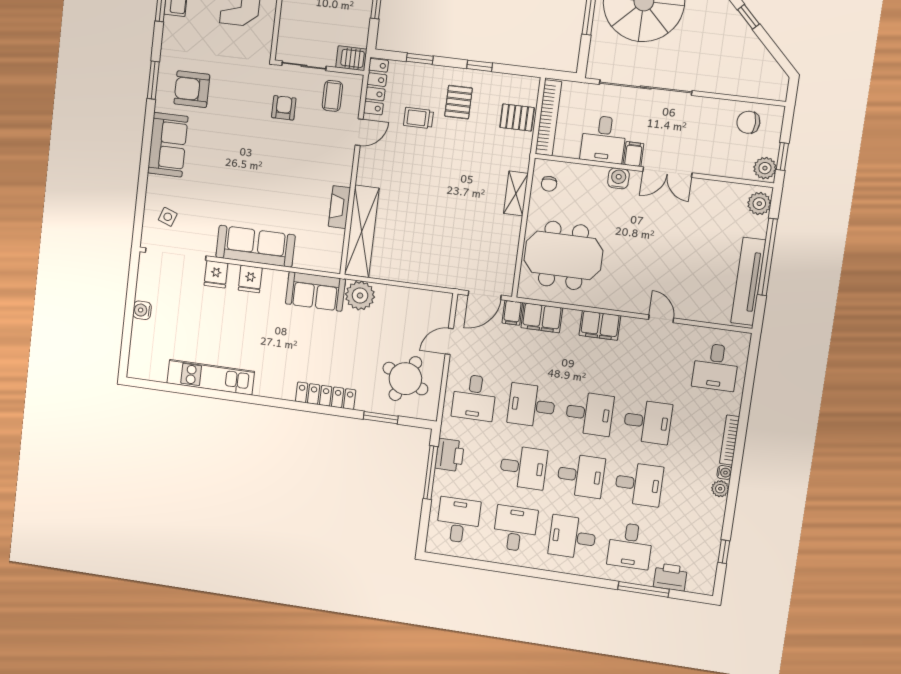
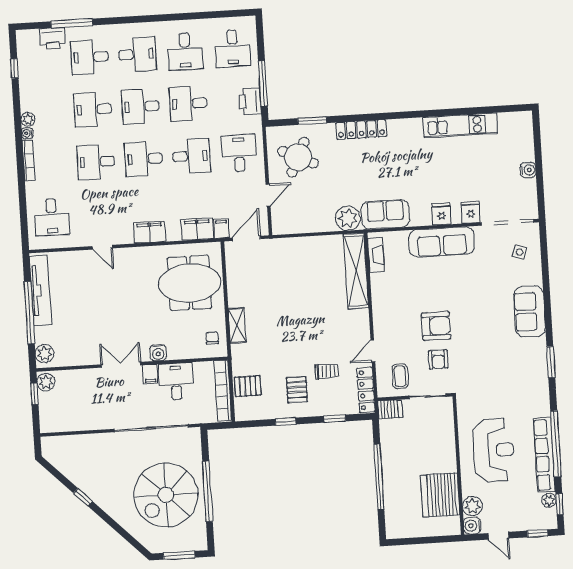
armchair: (192, 89) -> (436, 326), moved
chair: (748, 122) -> (66, 416), removed
fireplace: (339, 207) -> (376, 255), moved
desk: (716, 367) -> (52, 217), turned 180
desk: (630, 546) -> (90, 57), turned -90

